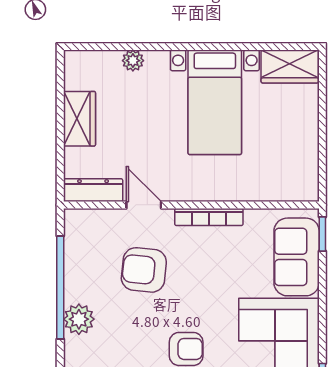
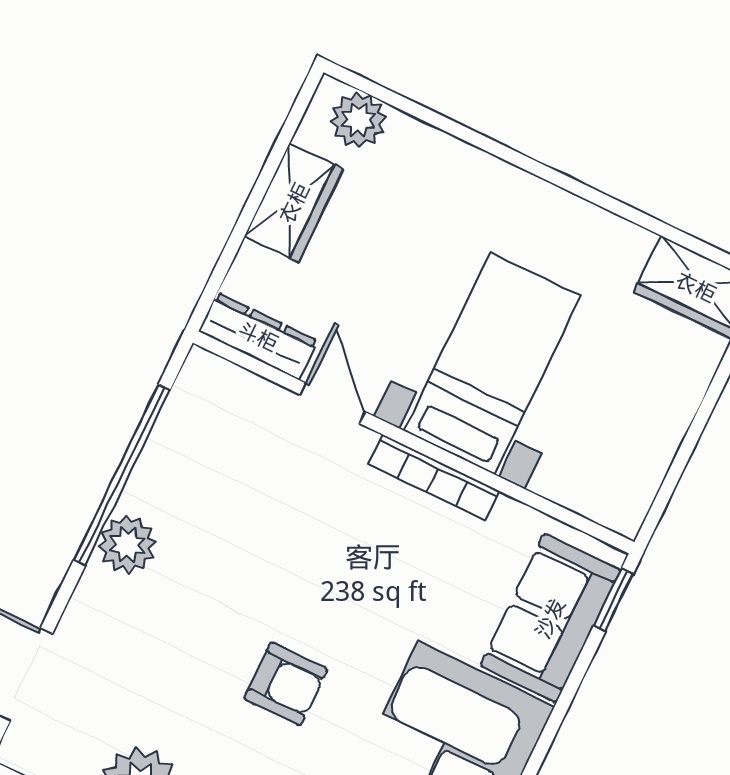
plant: (133, 61) -> (358, 120), moved, width x1.38, depth x1.38
bed with nightstands: (215, 102) -> (492, 363), moved, turned 180
armchair: (144, 270) -> (279, 514), removed

